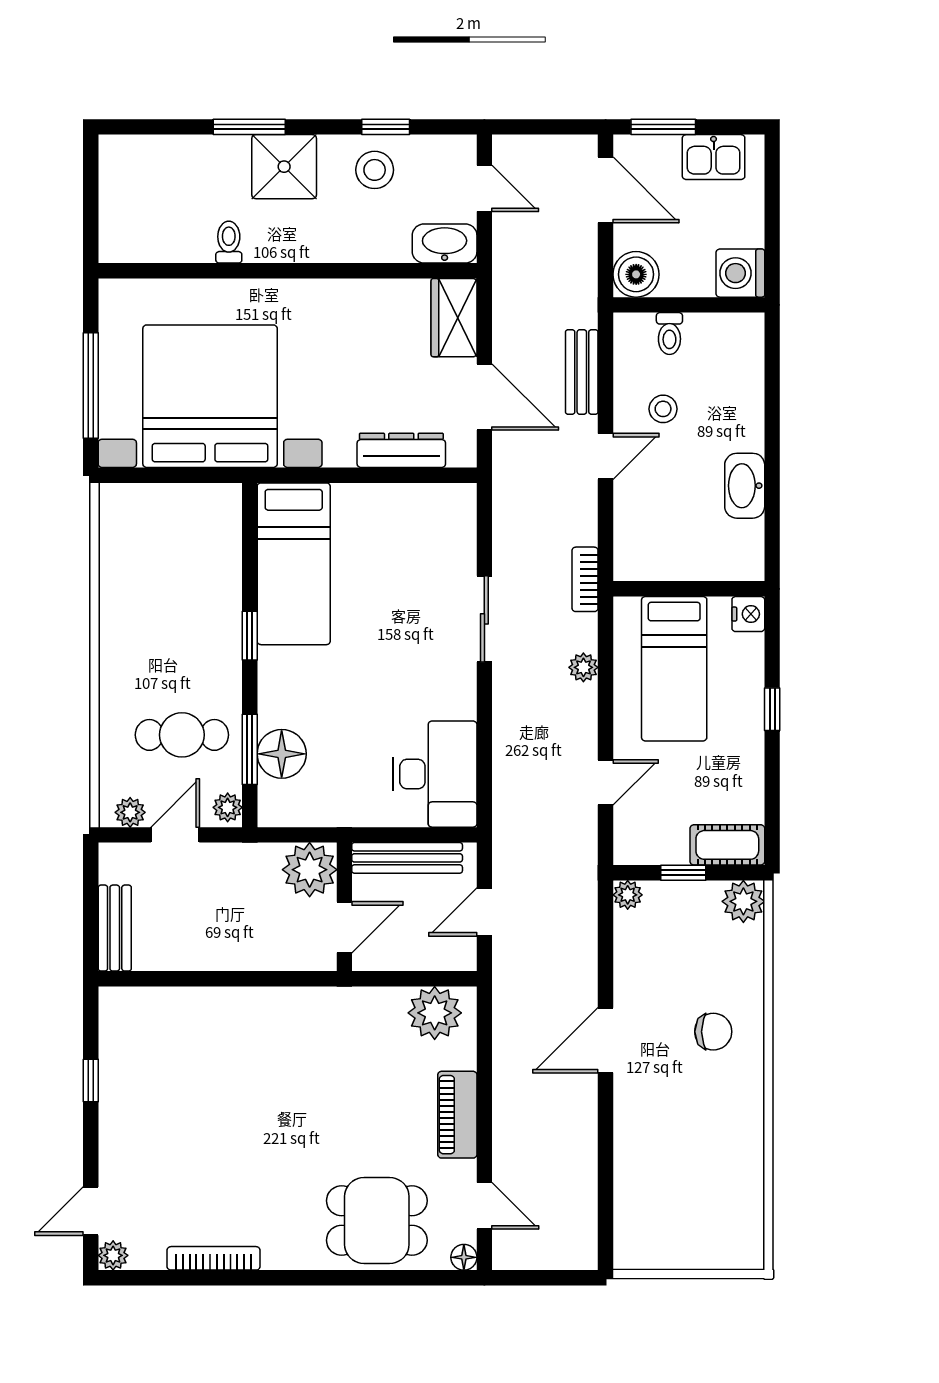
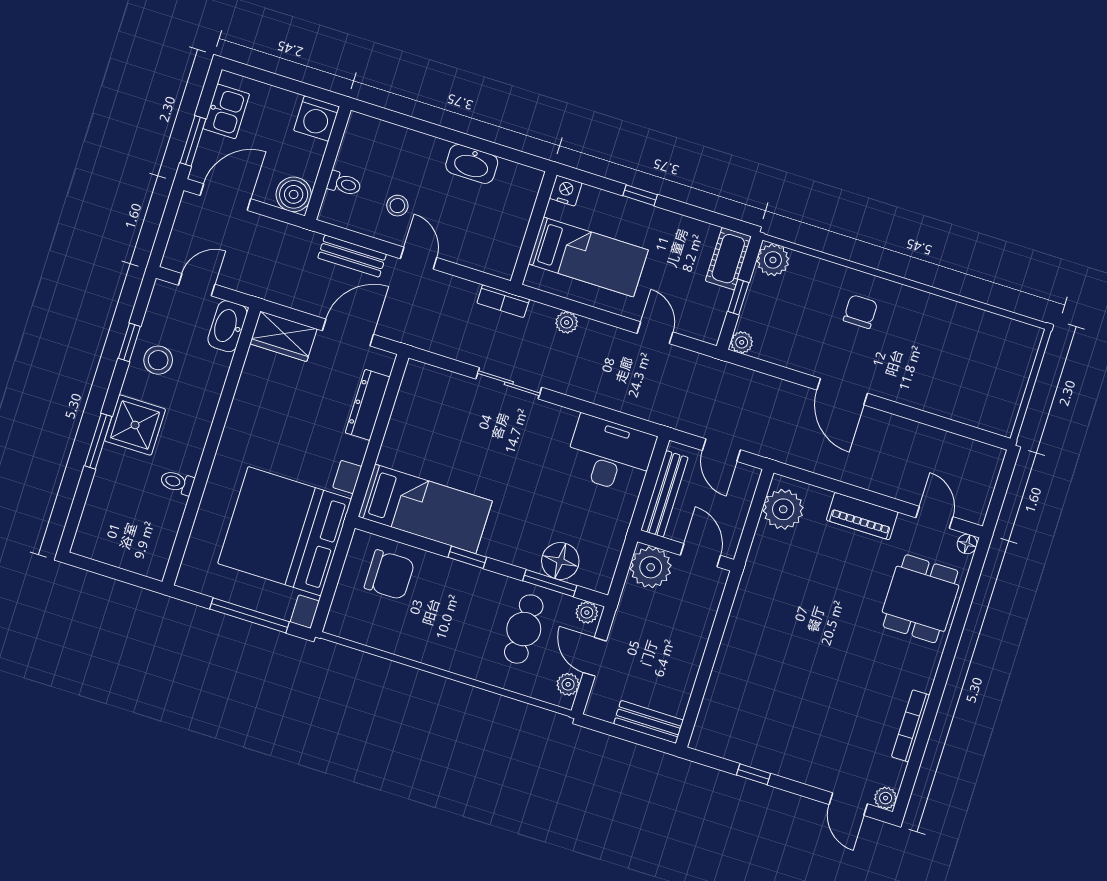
chair: (197, 545) -> (389, 575), added
door: (484, 1206) -> (934, 517), hinge flipped

